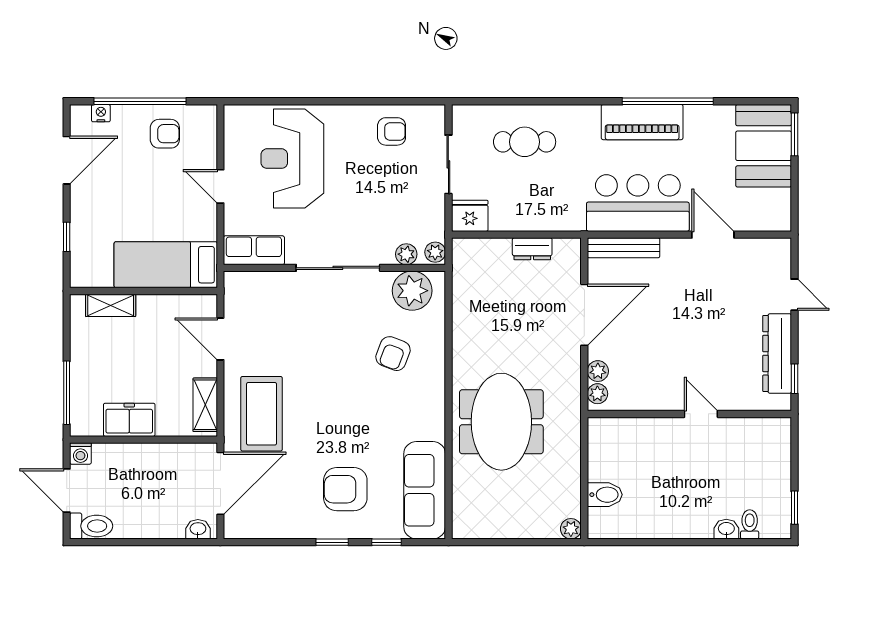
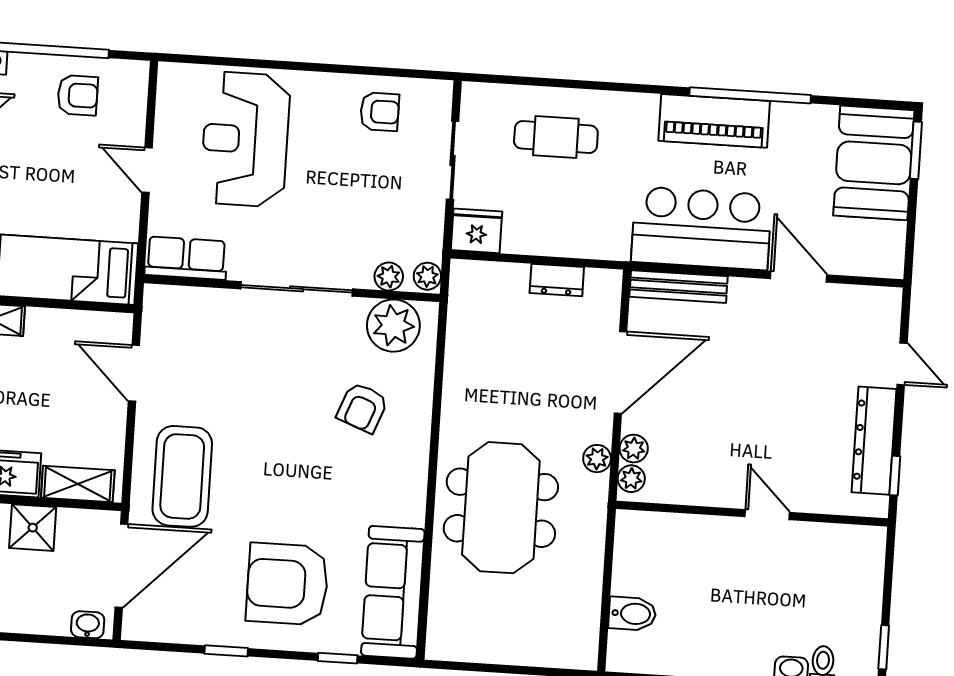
shelving: (205, 405) -> (78, 484), moved, turned 90
shower: (152, 459) -> (33, 528), added
armchair: (345, 489) -> (287, 584), width x1.36, depth x1.36
plant: (571, 529) -> (597, 459), moved
window: (332, 542) -> (226, 651), moved

